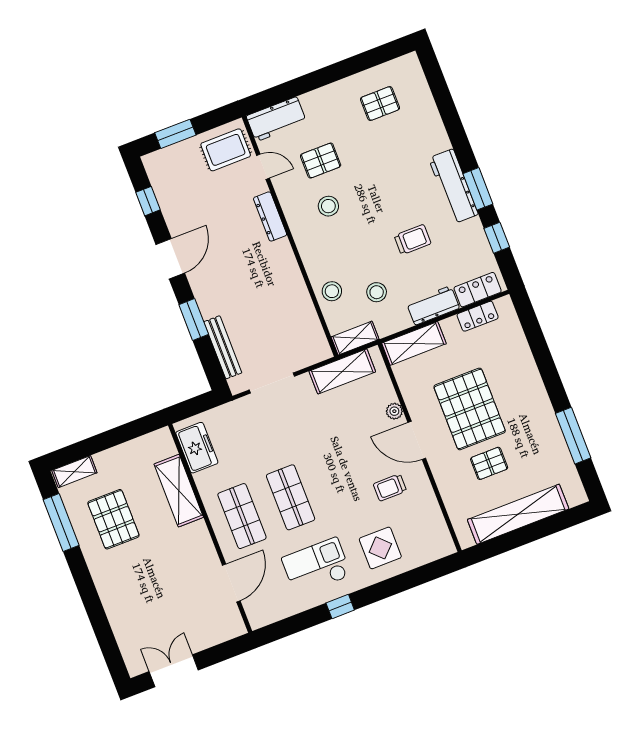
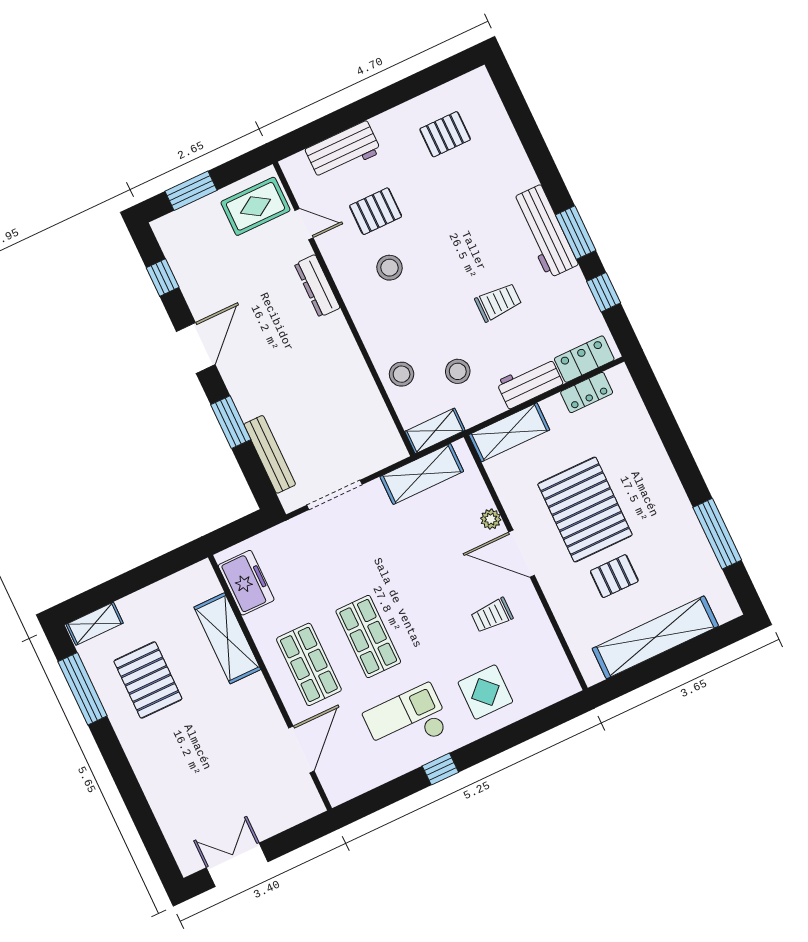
workbench: (276, 119) -> (343, 151), moved

